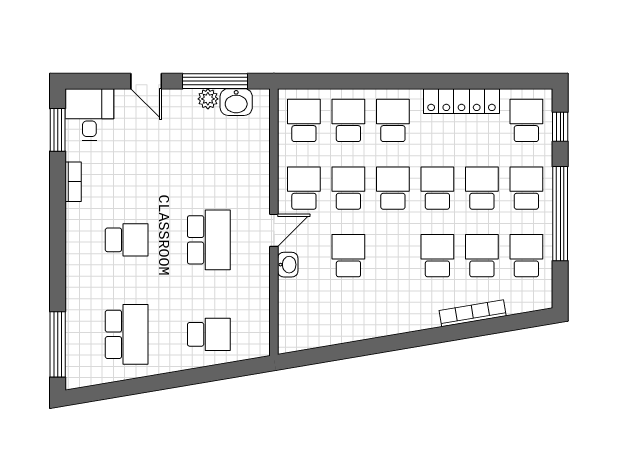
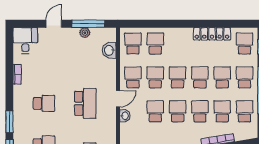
door: (146, 81) -> (54, 24), swing flipped
washbasin: (236, 102) -> (109, 50), moved, turned 90
school desk: (393, 120) -> (178, 111), moved
window: (58, 130) -> (9, 122), moved

